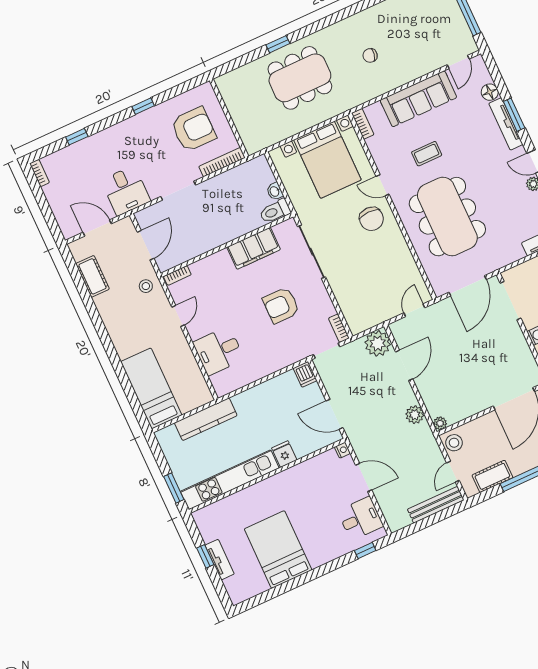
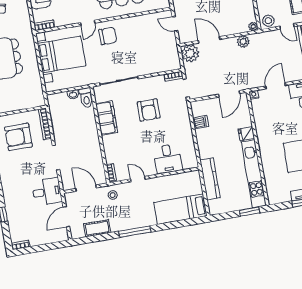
armchair: (193, 129) -> (18, 137), turned -90
window: (102, 332) -> (135, 232), added
dishwasher: (305, 374) -> (201, 122), moved

